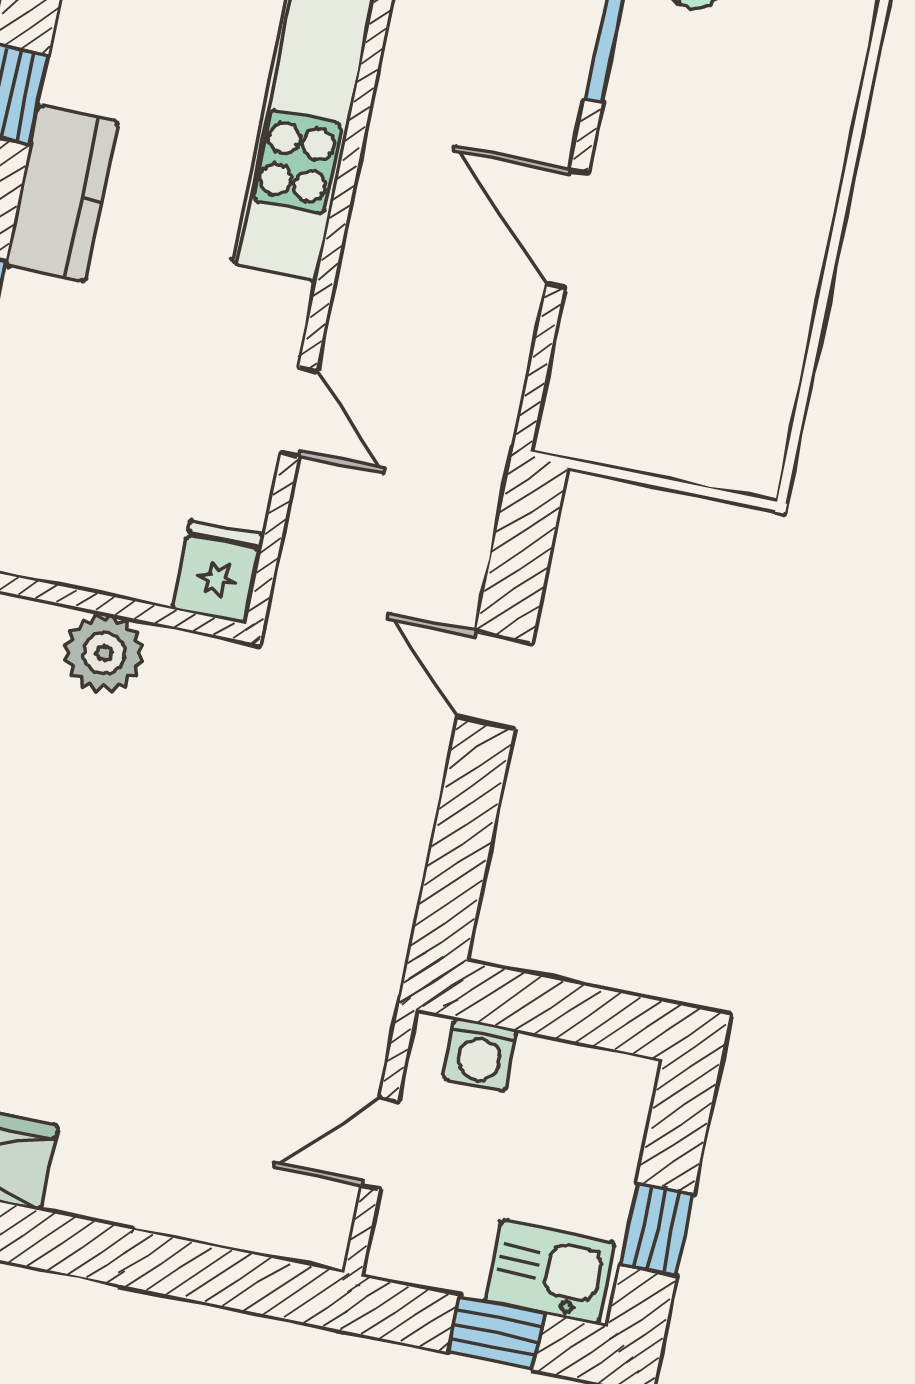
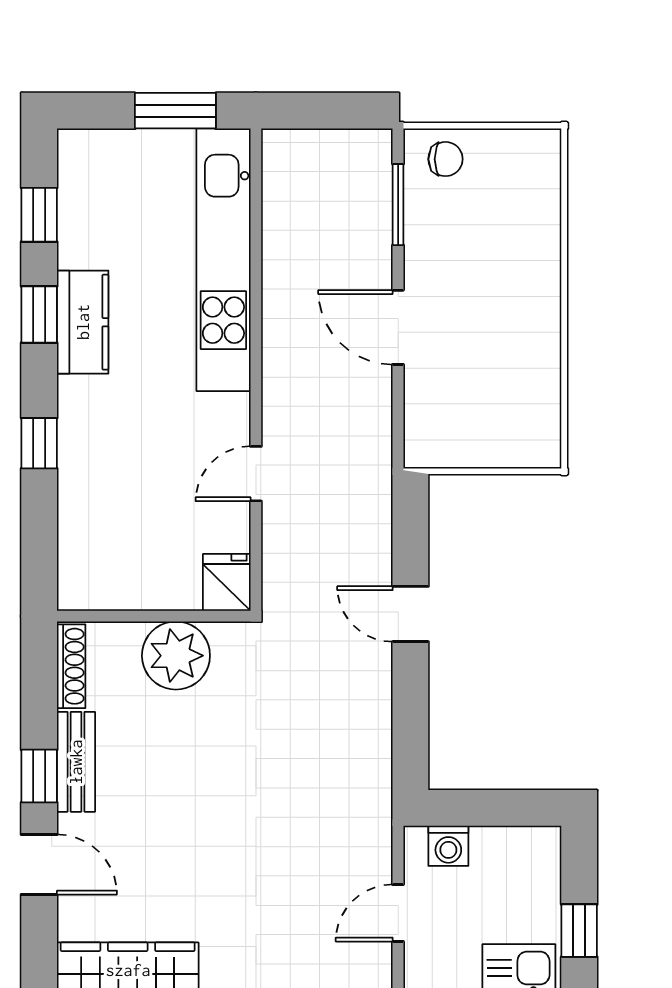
kitchen counter: (62, 194) -> (83, 322), moved
door: (299, 412) -> (256, 474), swing flipped
plant: (104, 653) -> (176, 656), width x1.36, depth x1.36

